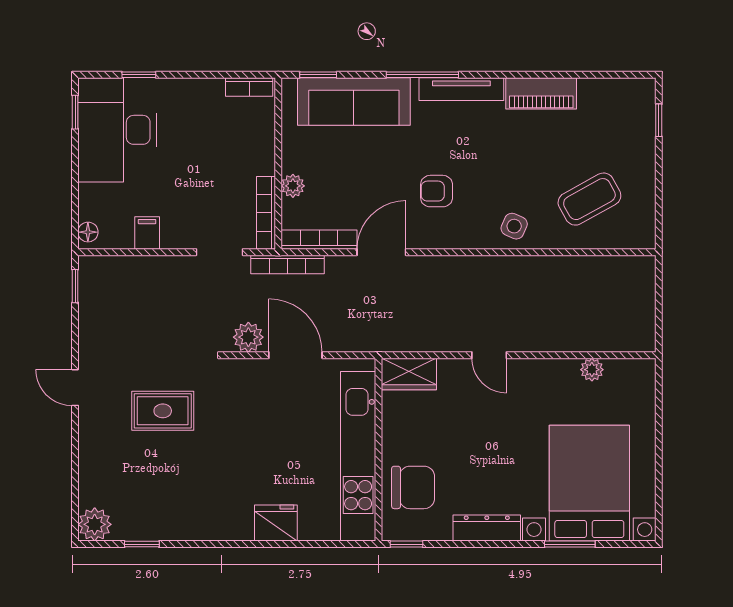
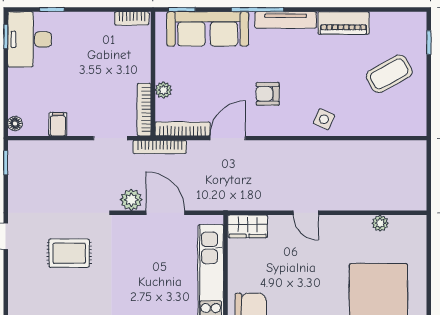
desk: (117, 130) -> (30, 39), width x0.73, depth x0.77
coffee table: (589, 199) -> (389, 74), moved

